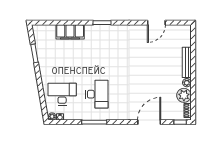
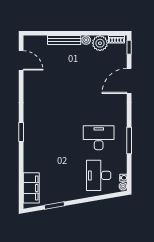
door: (156, 23) -> (21, 60), moved
filing cabinet: (70, 32) -> (31, 188), moved
door: (149, 122) -> (129, 81), hinge flipped

